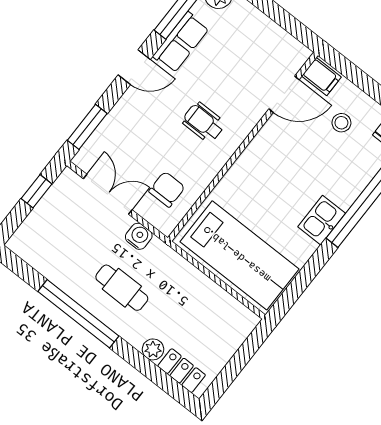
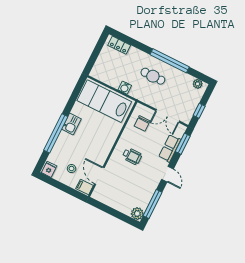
row of seats: (181, 42) -> (170, 148), moved
door: (134, 67) -> (168, 174), swing flipped
door: (284, 94) -> (99, 176), hinge flipped
water cooler: (139, 236) -> (125, 88), moved
plant: (153, 349) -> (198, 84), moved

